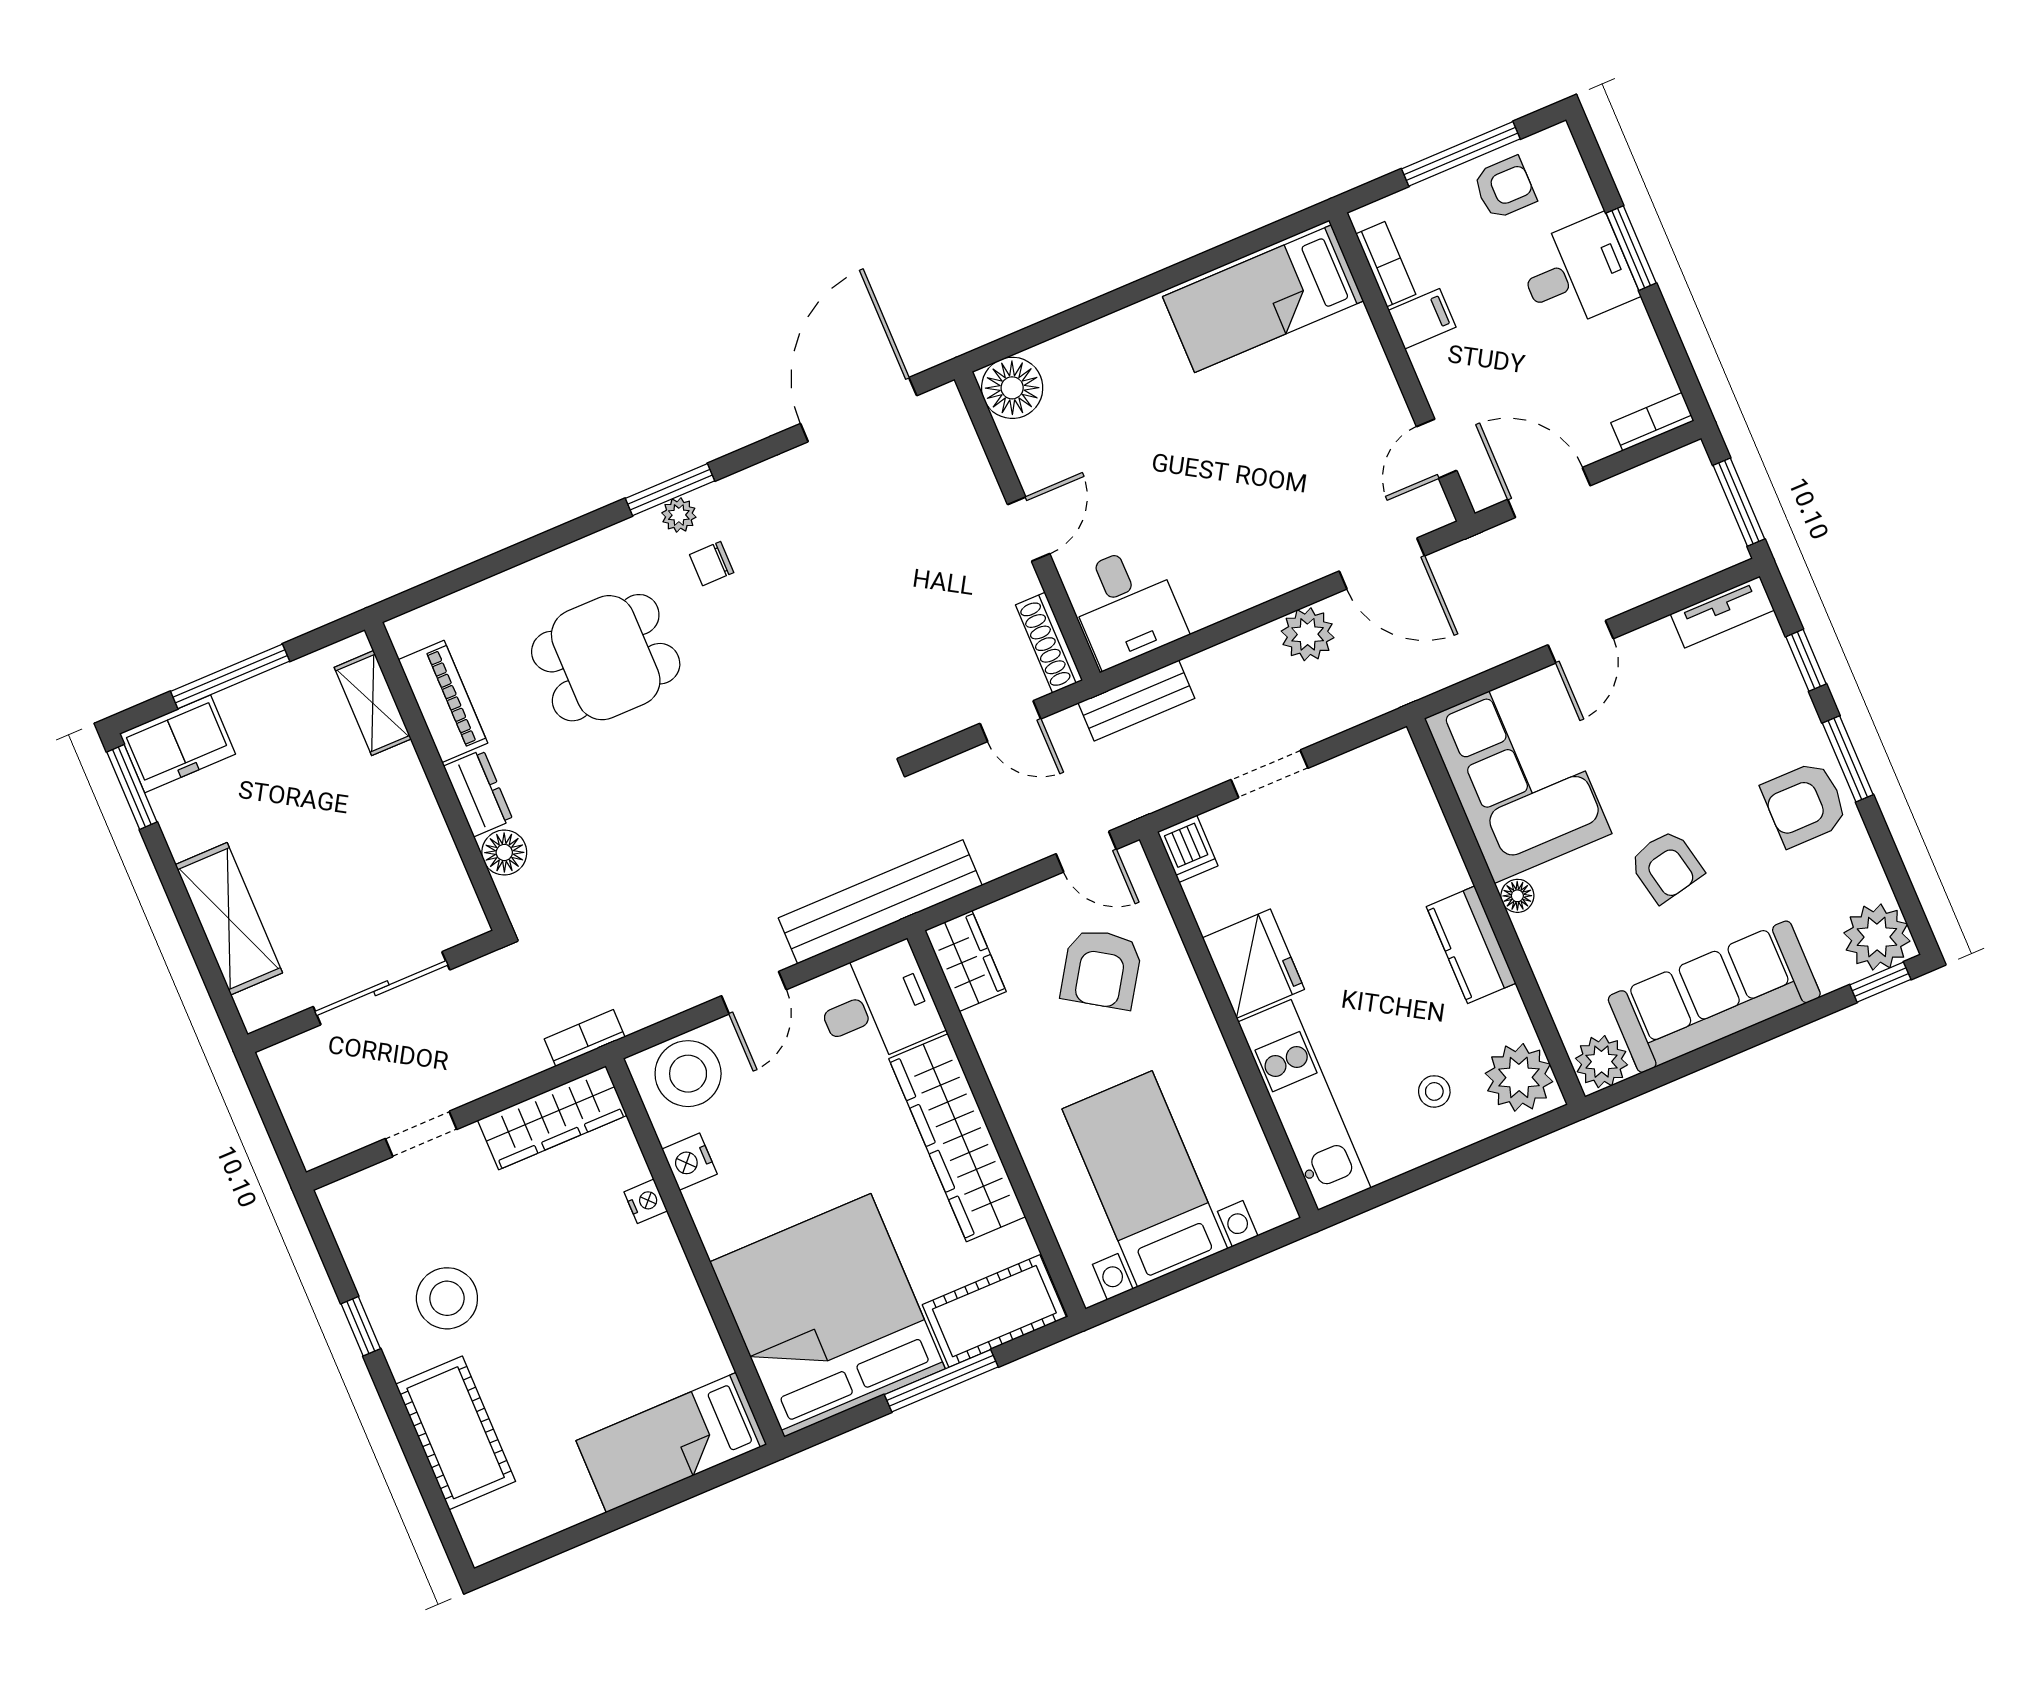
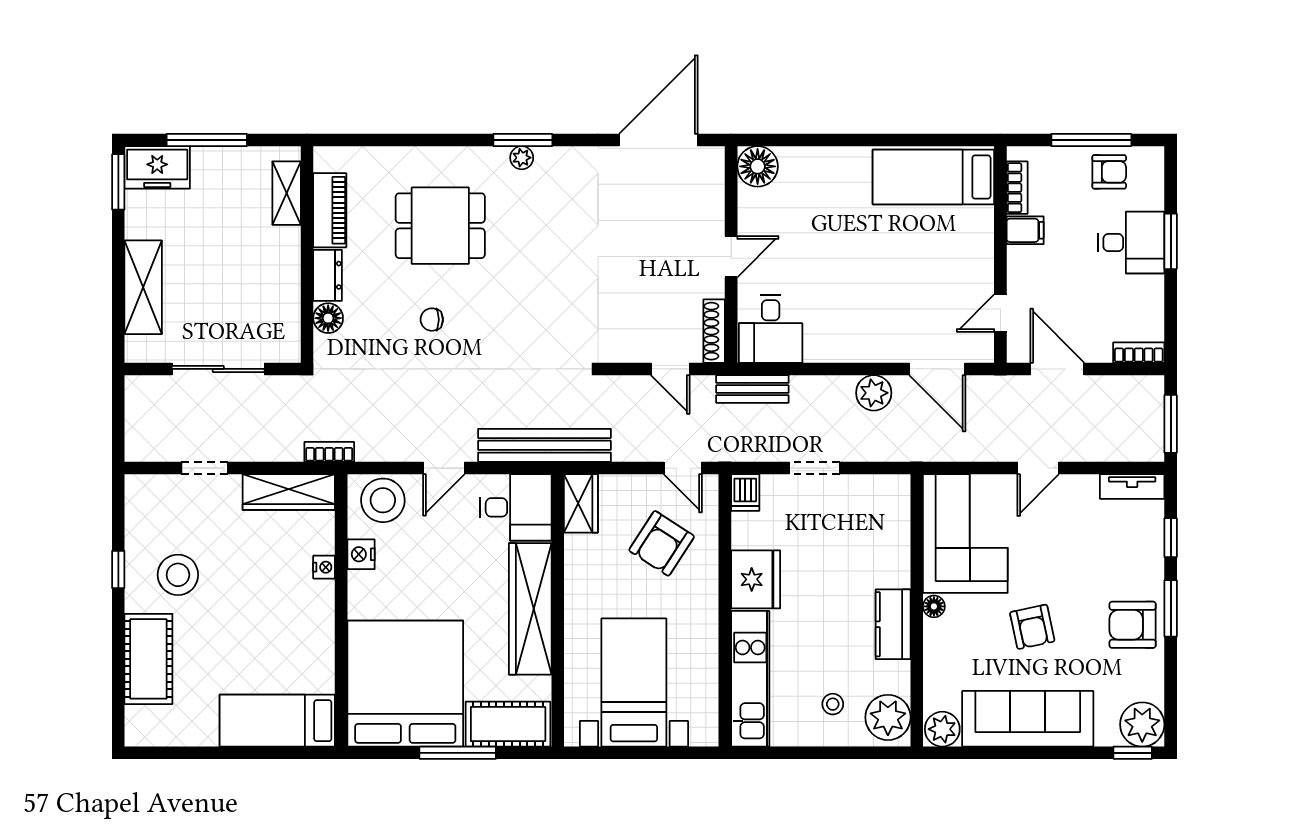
chair: (712, 564) -> (432, 320), moved

